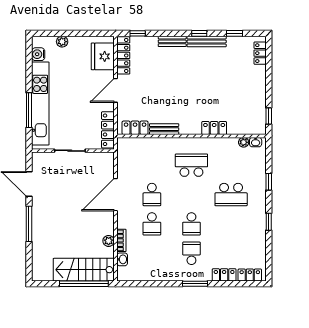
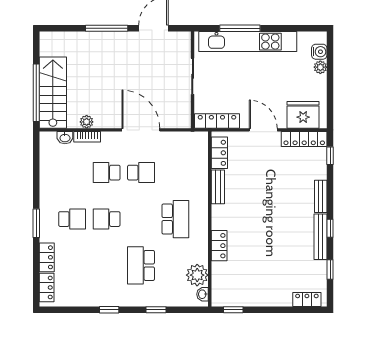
water cooler: (38, 54) -> (319, 52), moved, turned 90
plant: (244, 142) -> (197, 275), width x1.88, depth x1.88
school desk: (152, 195) -> (141, 173), turned 180

